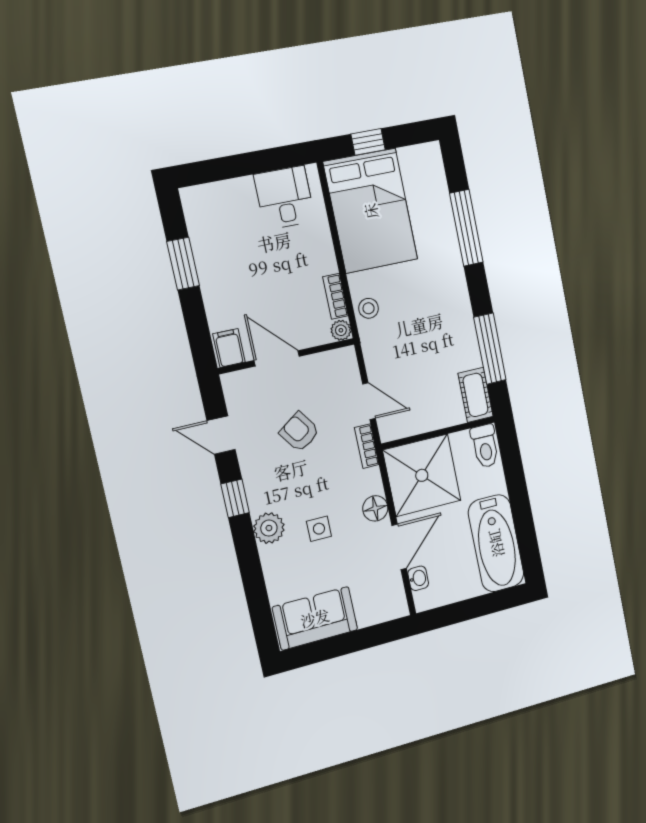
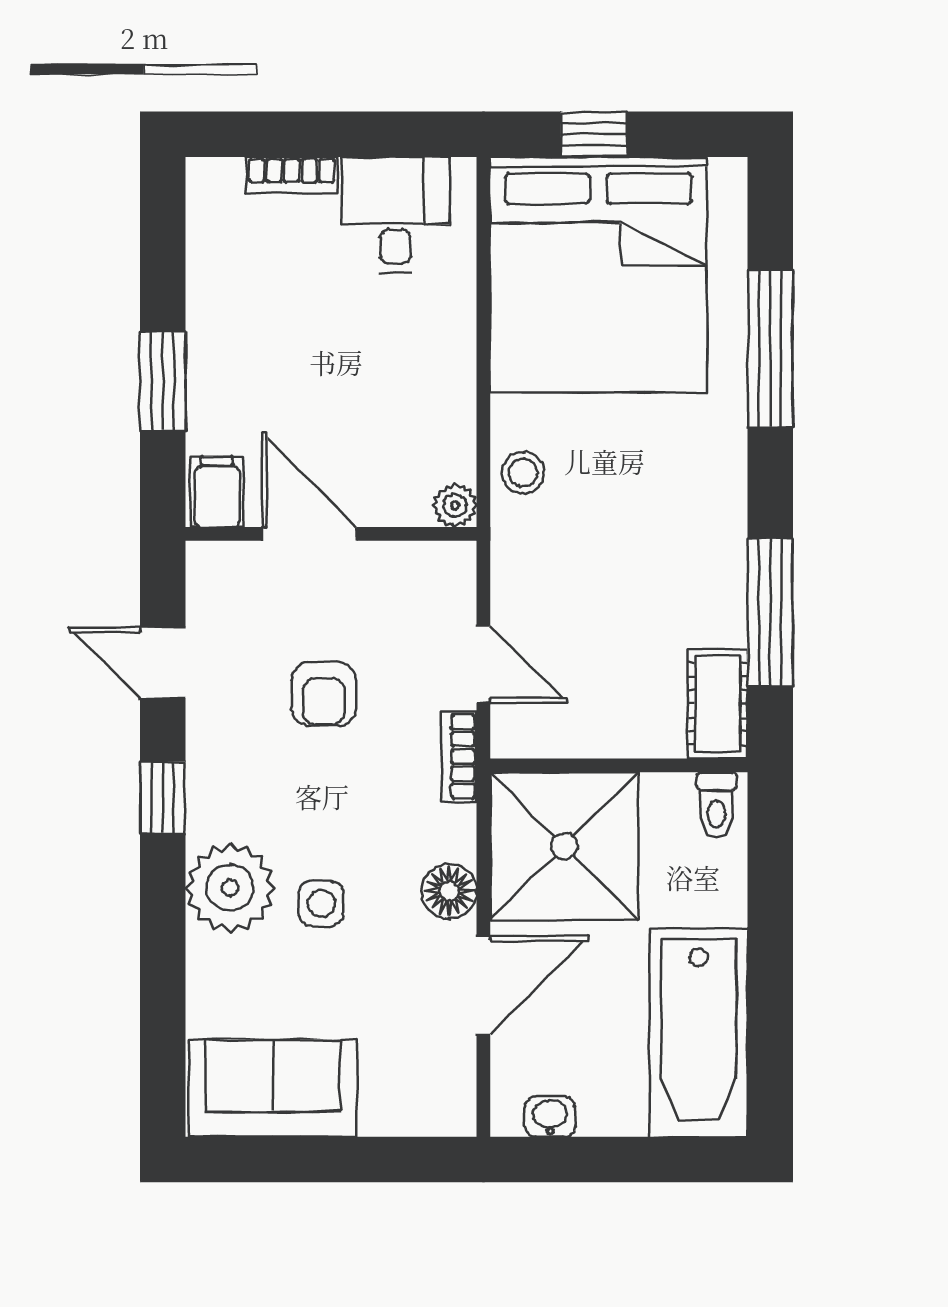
bed: (371, 211) -> (598, 274), width x1.36
window: (183, 264) -> (163, 381), moved
bookcase: (335, 296) -> (292, 175), moved, turned -90
armchair: (299, 432) -> (324, 694), turned -145
toilet: (485, 446) -> (717, 805), width x0.73, depth x0.72
plant: (269, 528) -> (230, 888), width x1.36, depth x1.36
washbasin: (418, 578) -> (550, 1117), moved, turned -90

